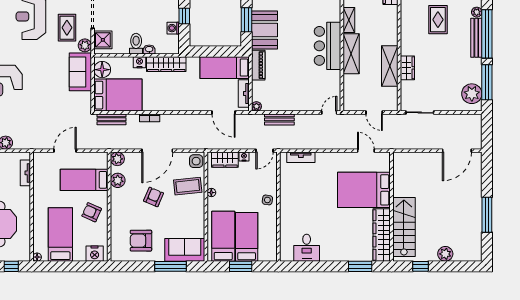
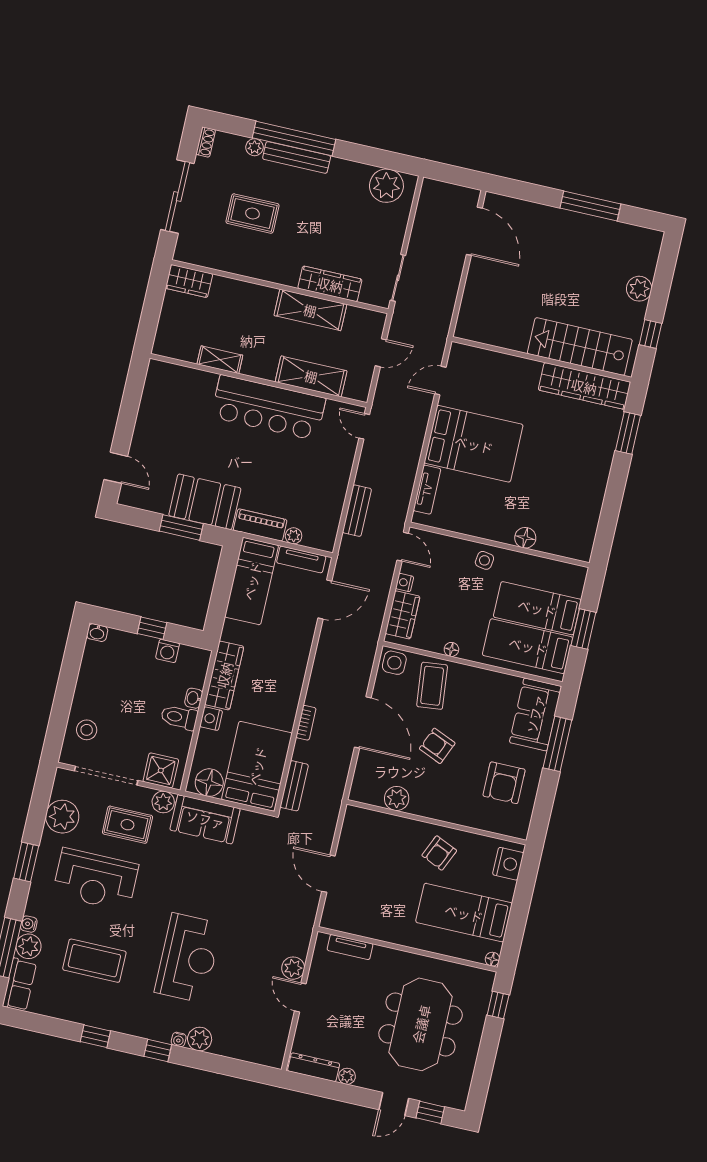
bar counter: (327, 46) -> (268, 408), width x1.36
shelving: (351, 54) -> (311, 376), moved
wardrobe: (407, 68) -> (330, 284), width x1.50
window: (487, 82) -> (373, 157), removed
plant: (256, 106) -> (294, 536), moved
plant: (117, 159) -> (361, 791), removed
bed: (84, 180) -> (383, 853), removed
bed: (364, 190) -> (474, 444), moved, turned -90
floor lamp: (286, 221) -> (525, 538), added
desk: (307, 248) -> (577, 514), removed

